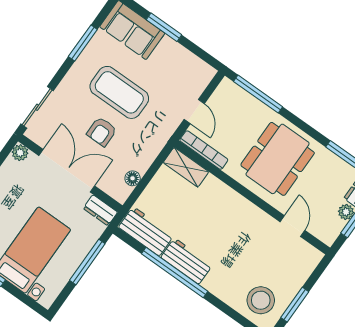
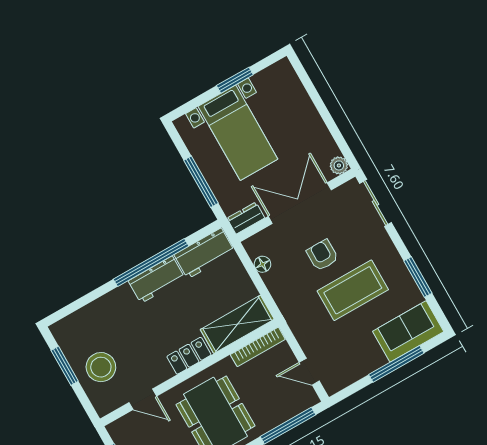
window: (164, 27) -> (396, 364), width x1.44
door: (194, 111) -> (309, 372), moved
shelving: (186, 167) -> (237, 324), width x1.50, depth x1.33
double door: (67, 171) -> (300, 203), swing flipped
locker: (238, 204) -> (189, 356), added
stool: (261, 300) -> (101, 367), moved

